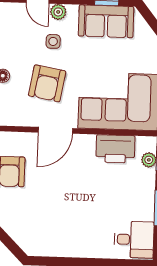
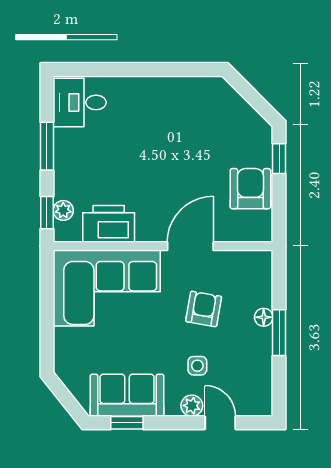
armchair: (47, 83) -> (204, 309), width x0.72, depth x0.72

